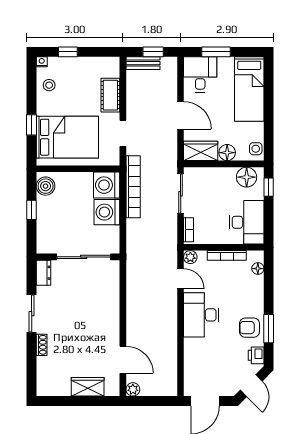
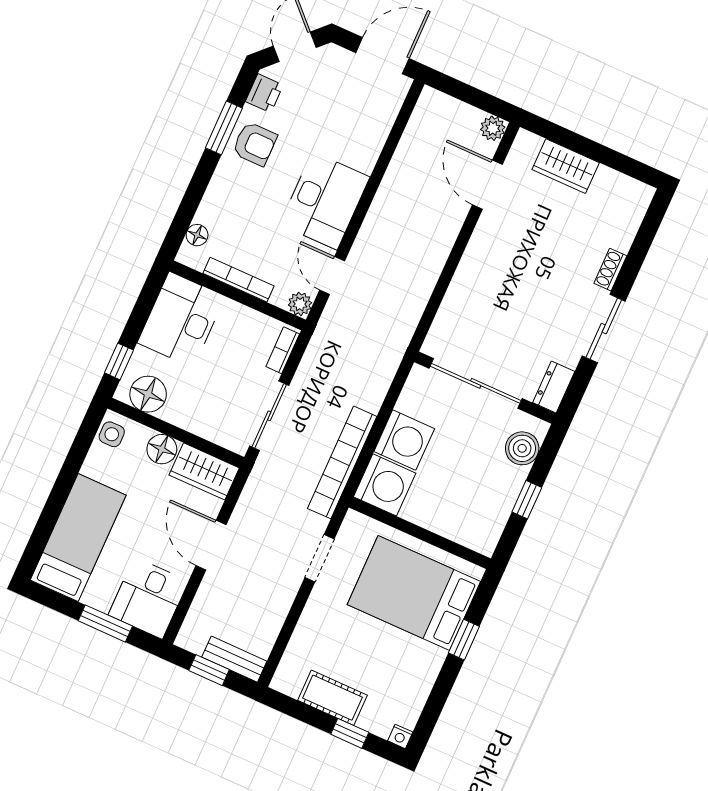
stool: (49, 85) -> (405, 692), removed
cot: (110, 95) -> (332, 698), moved, turned 90
boiler: (46, 186) -> (522, 448), moved

